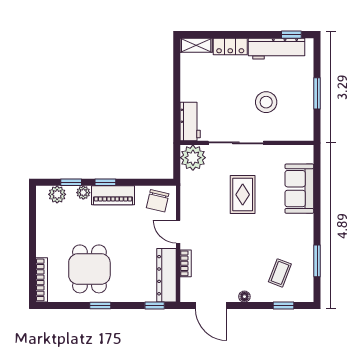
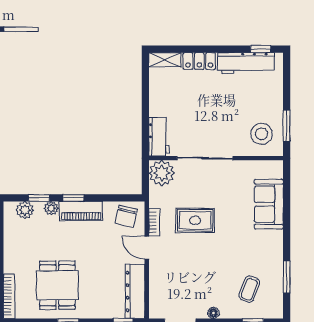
window: (317, 93) -> (287, 126), moved
stool: (266, 102) -> (261, 134), moved
rug: (243, 195) -> (195, 220), moved, turned 90
bookcase: (186, 263) -> (154, 222), moved

